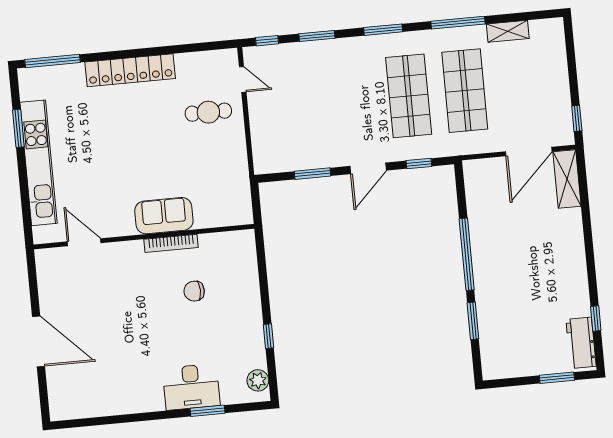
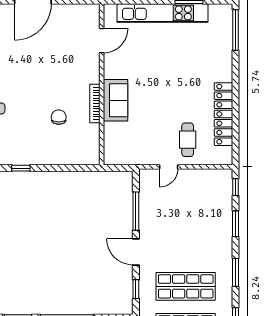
locker: (130, 70) -> (223, 114), moved
door: (243, 79) -> (169, 167), moved
window: (312, 174) -> (136, 211), width x1.44

